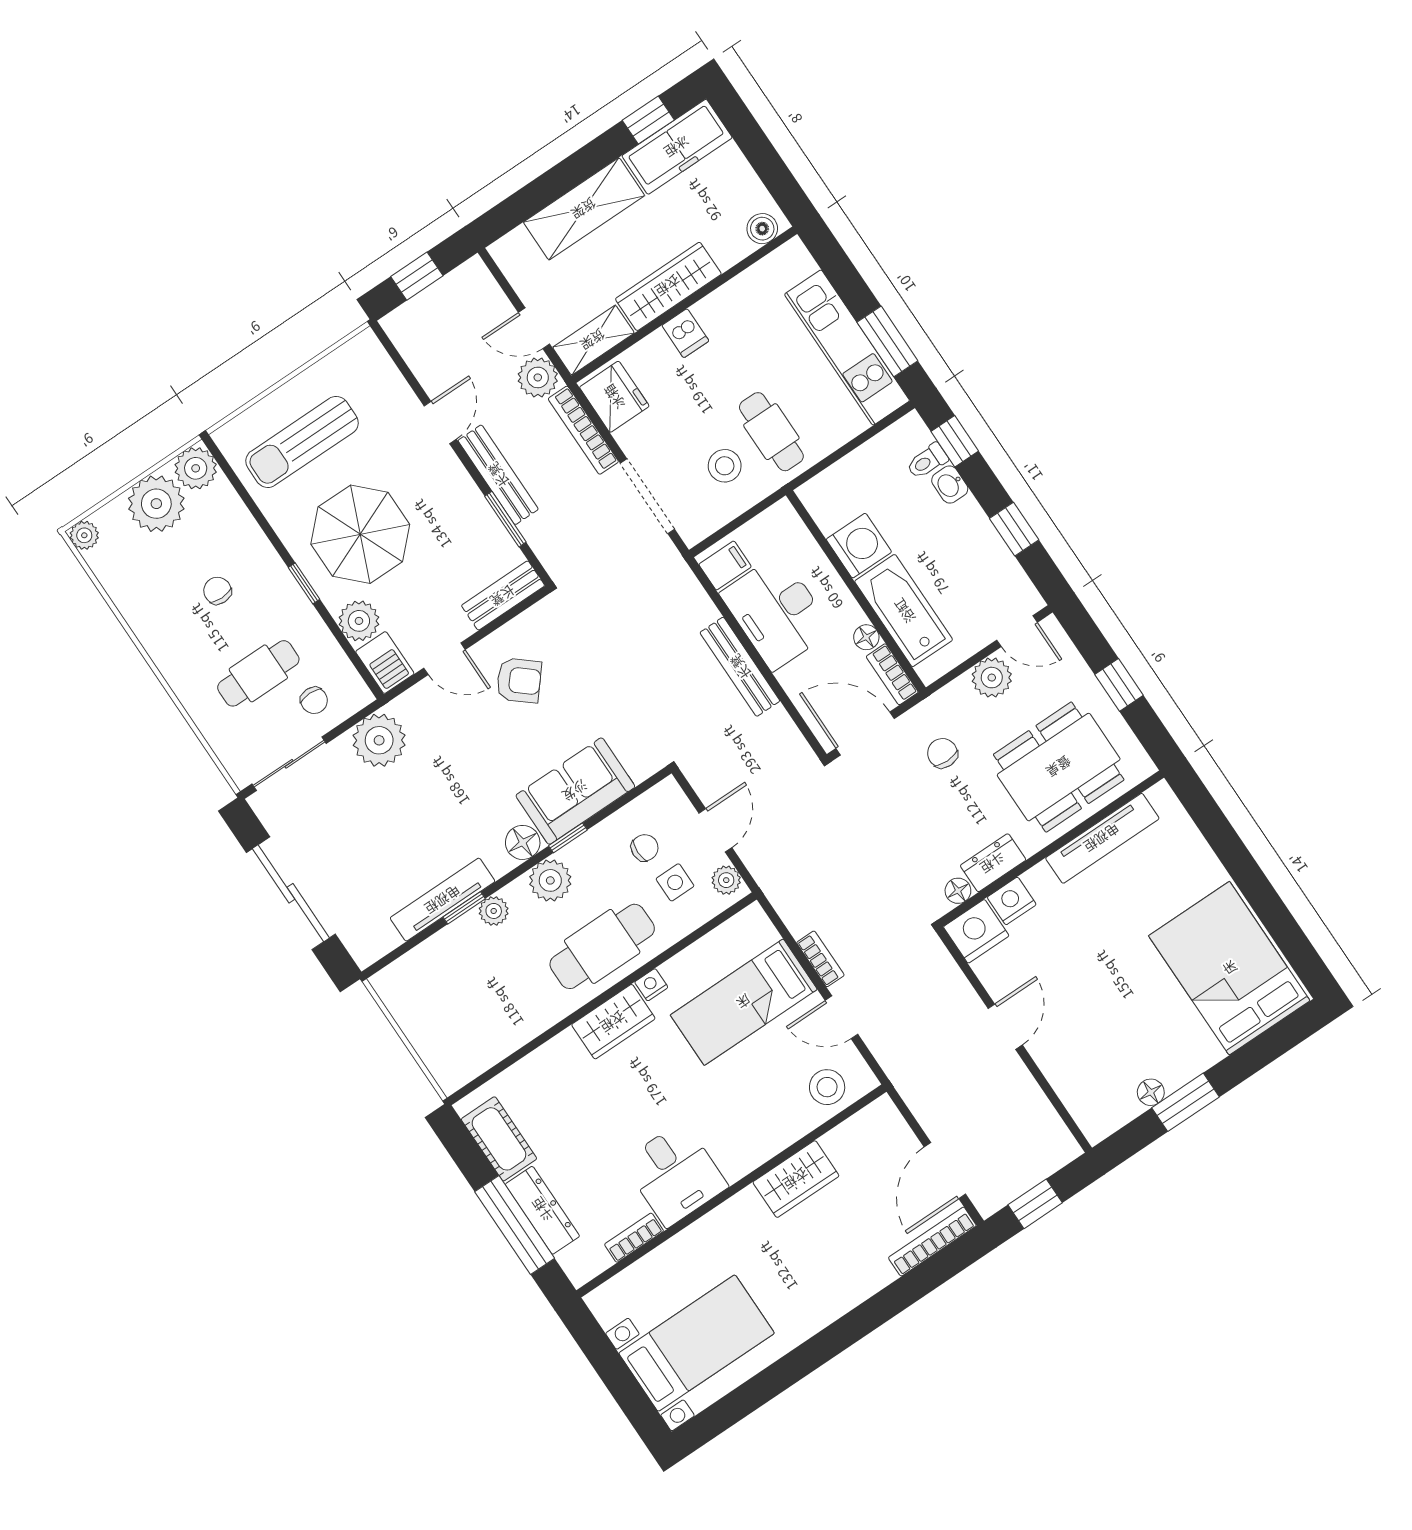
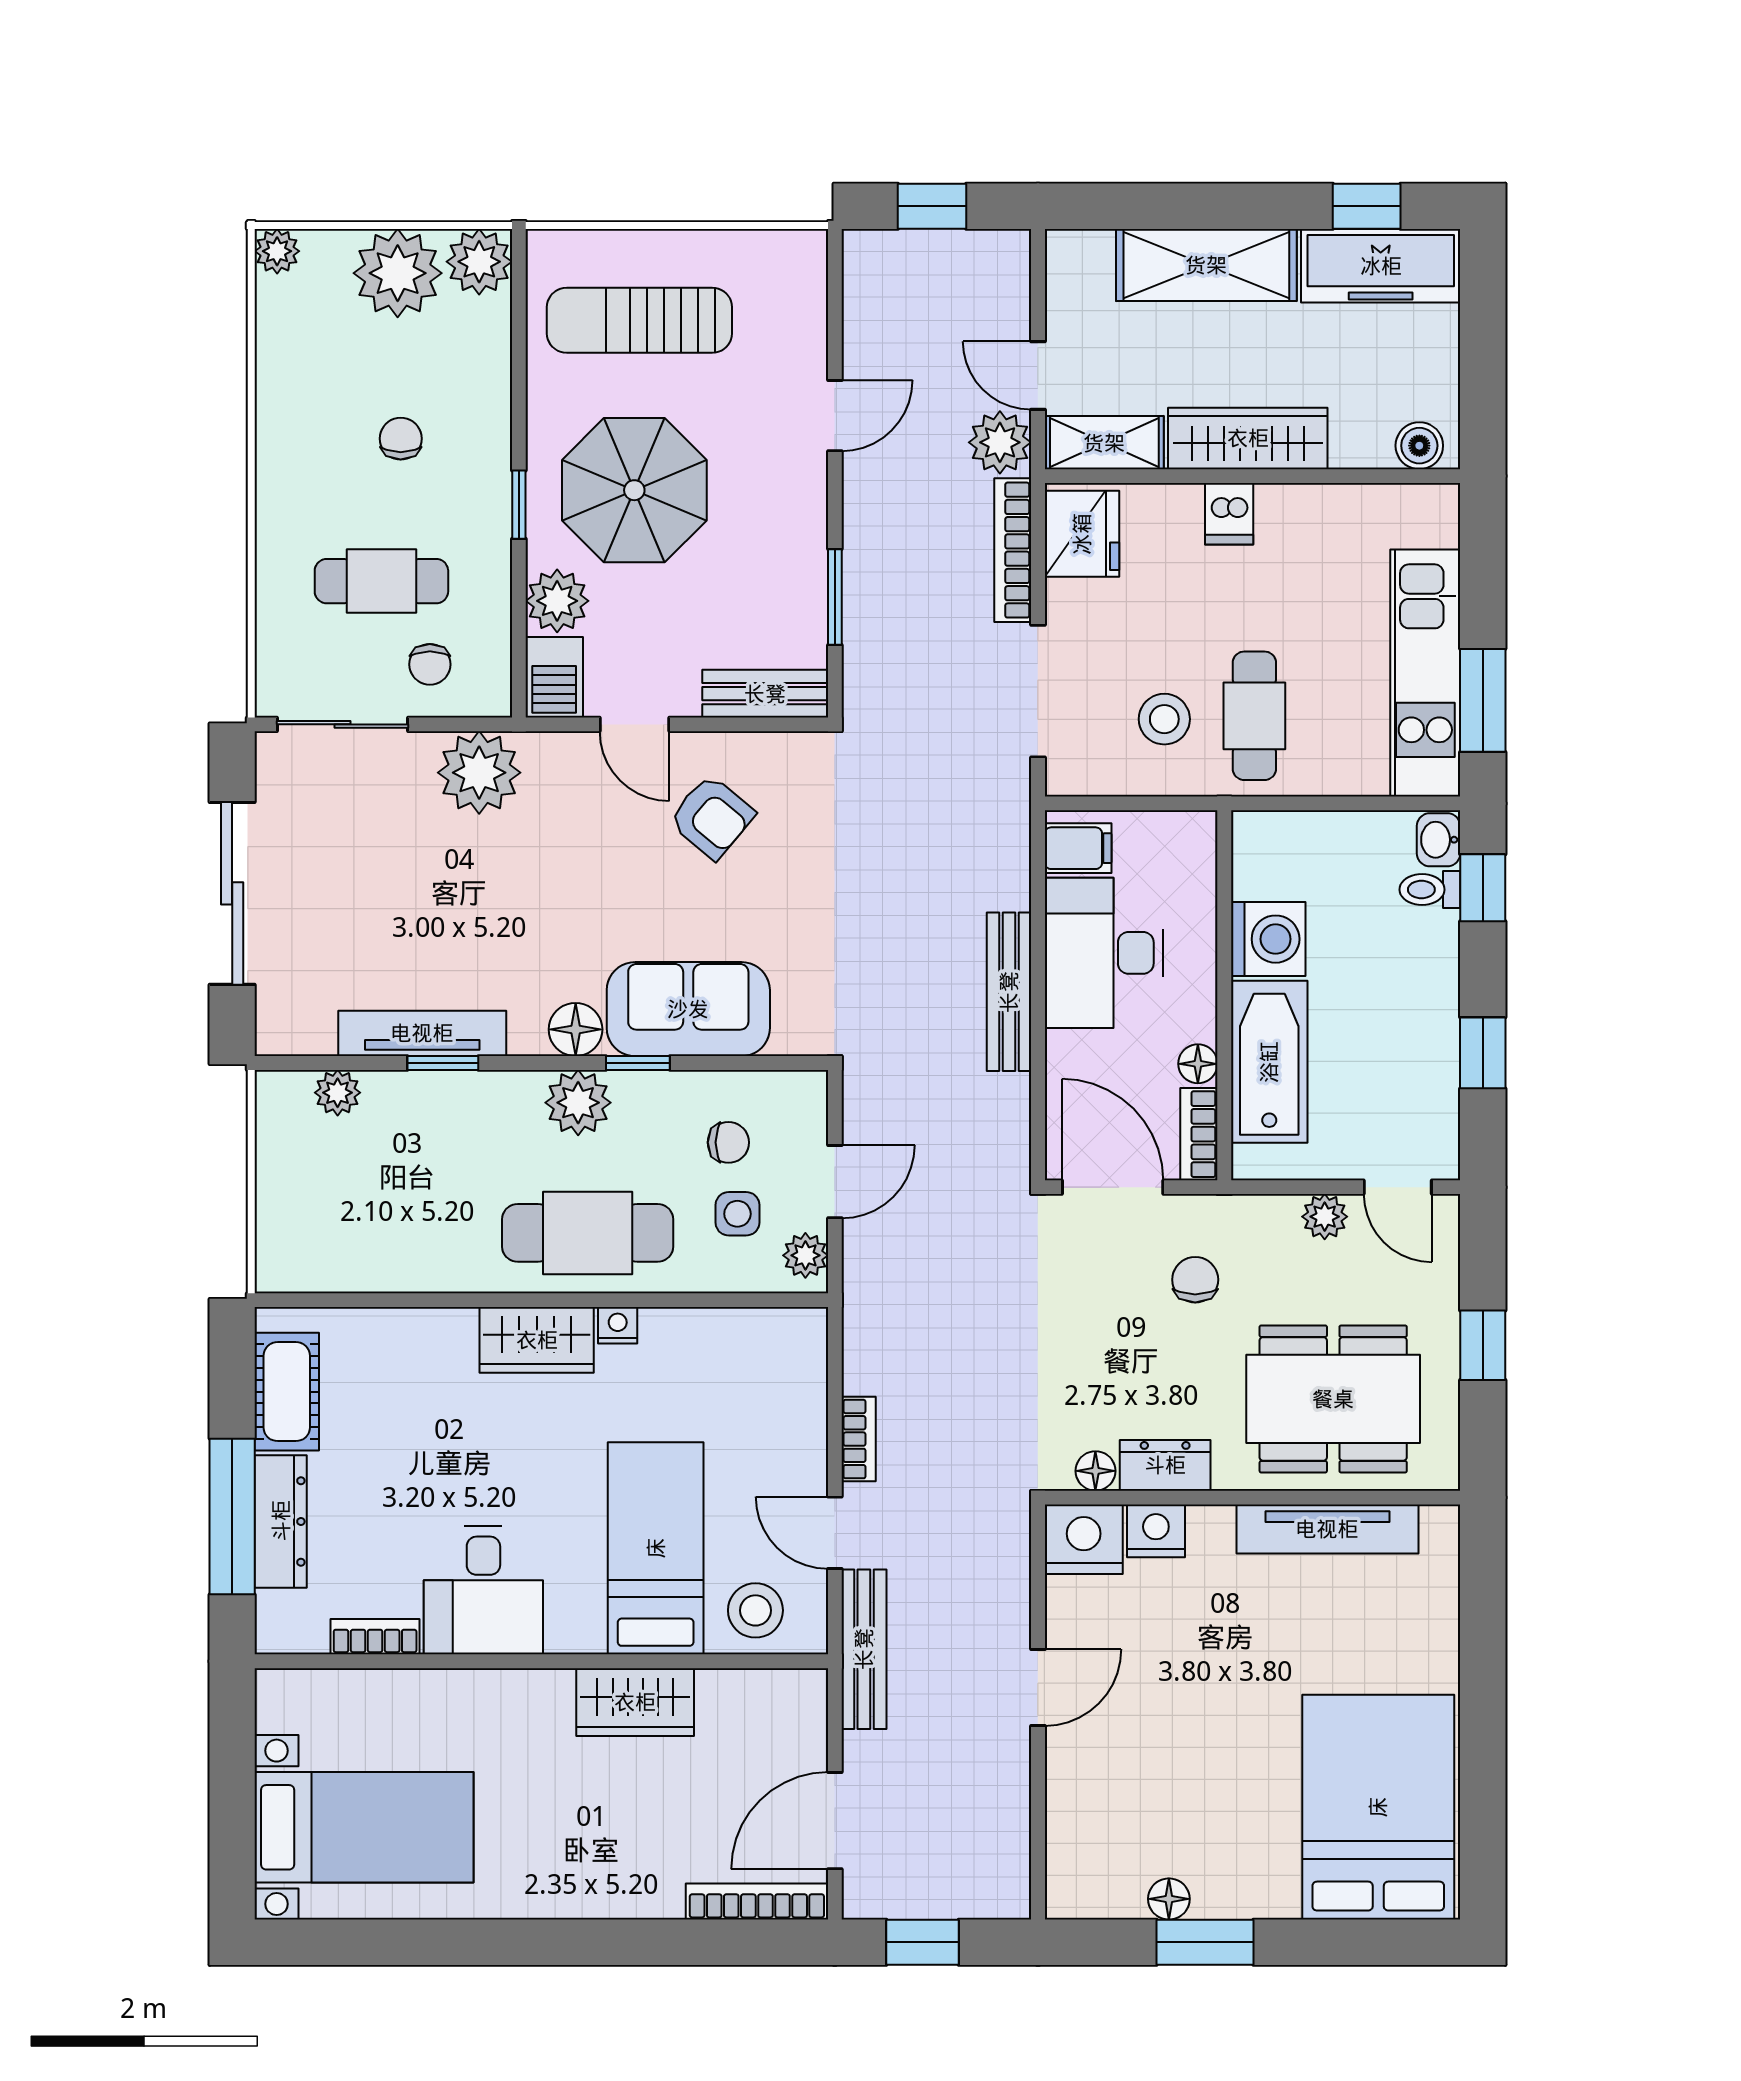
bench: (498, 475) -> (864, 1649), moved
washbasin: (950, 485) -> (1439, 840), moved
plant: (992, 678) -> (1325, 1217), width x0.73, depth x0.73
plant: (494, 911) -> (338, 1093), moved
bed: (744, 1002) -> (656, 1548), moved, turned 90

